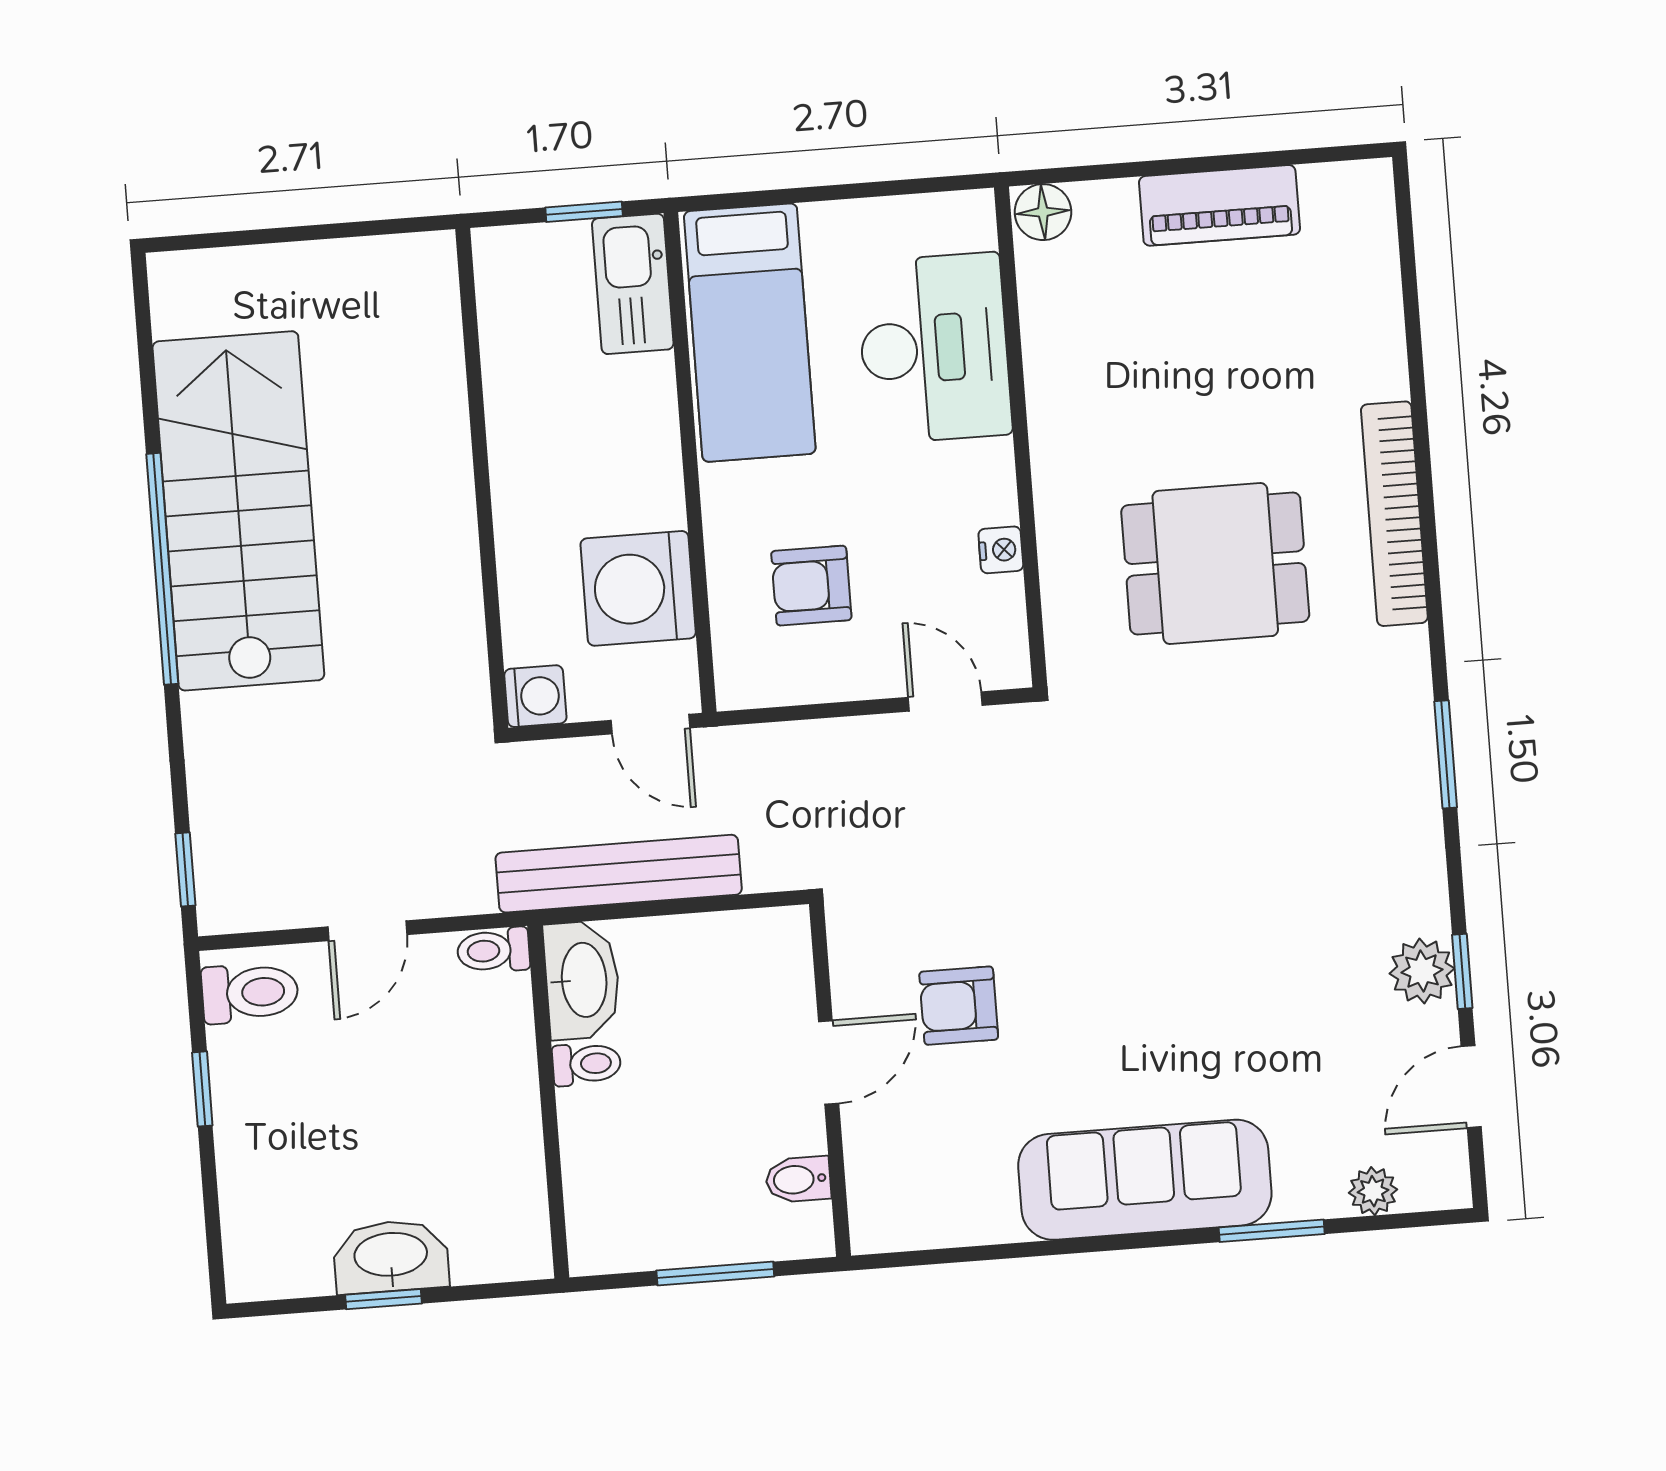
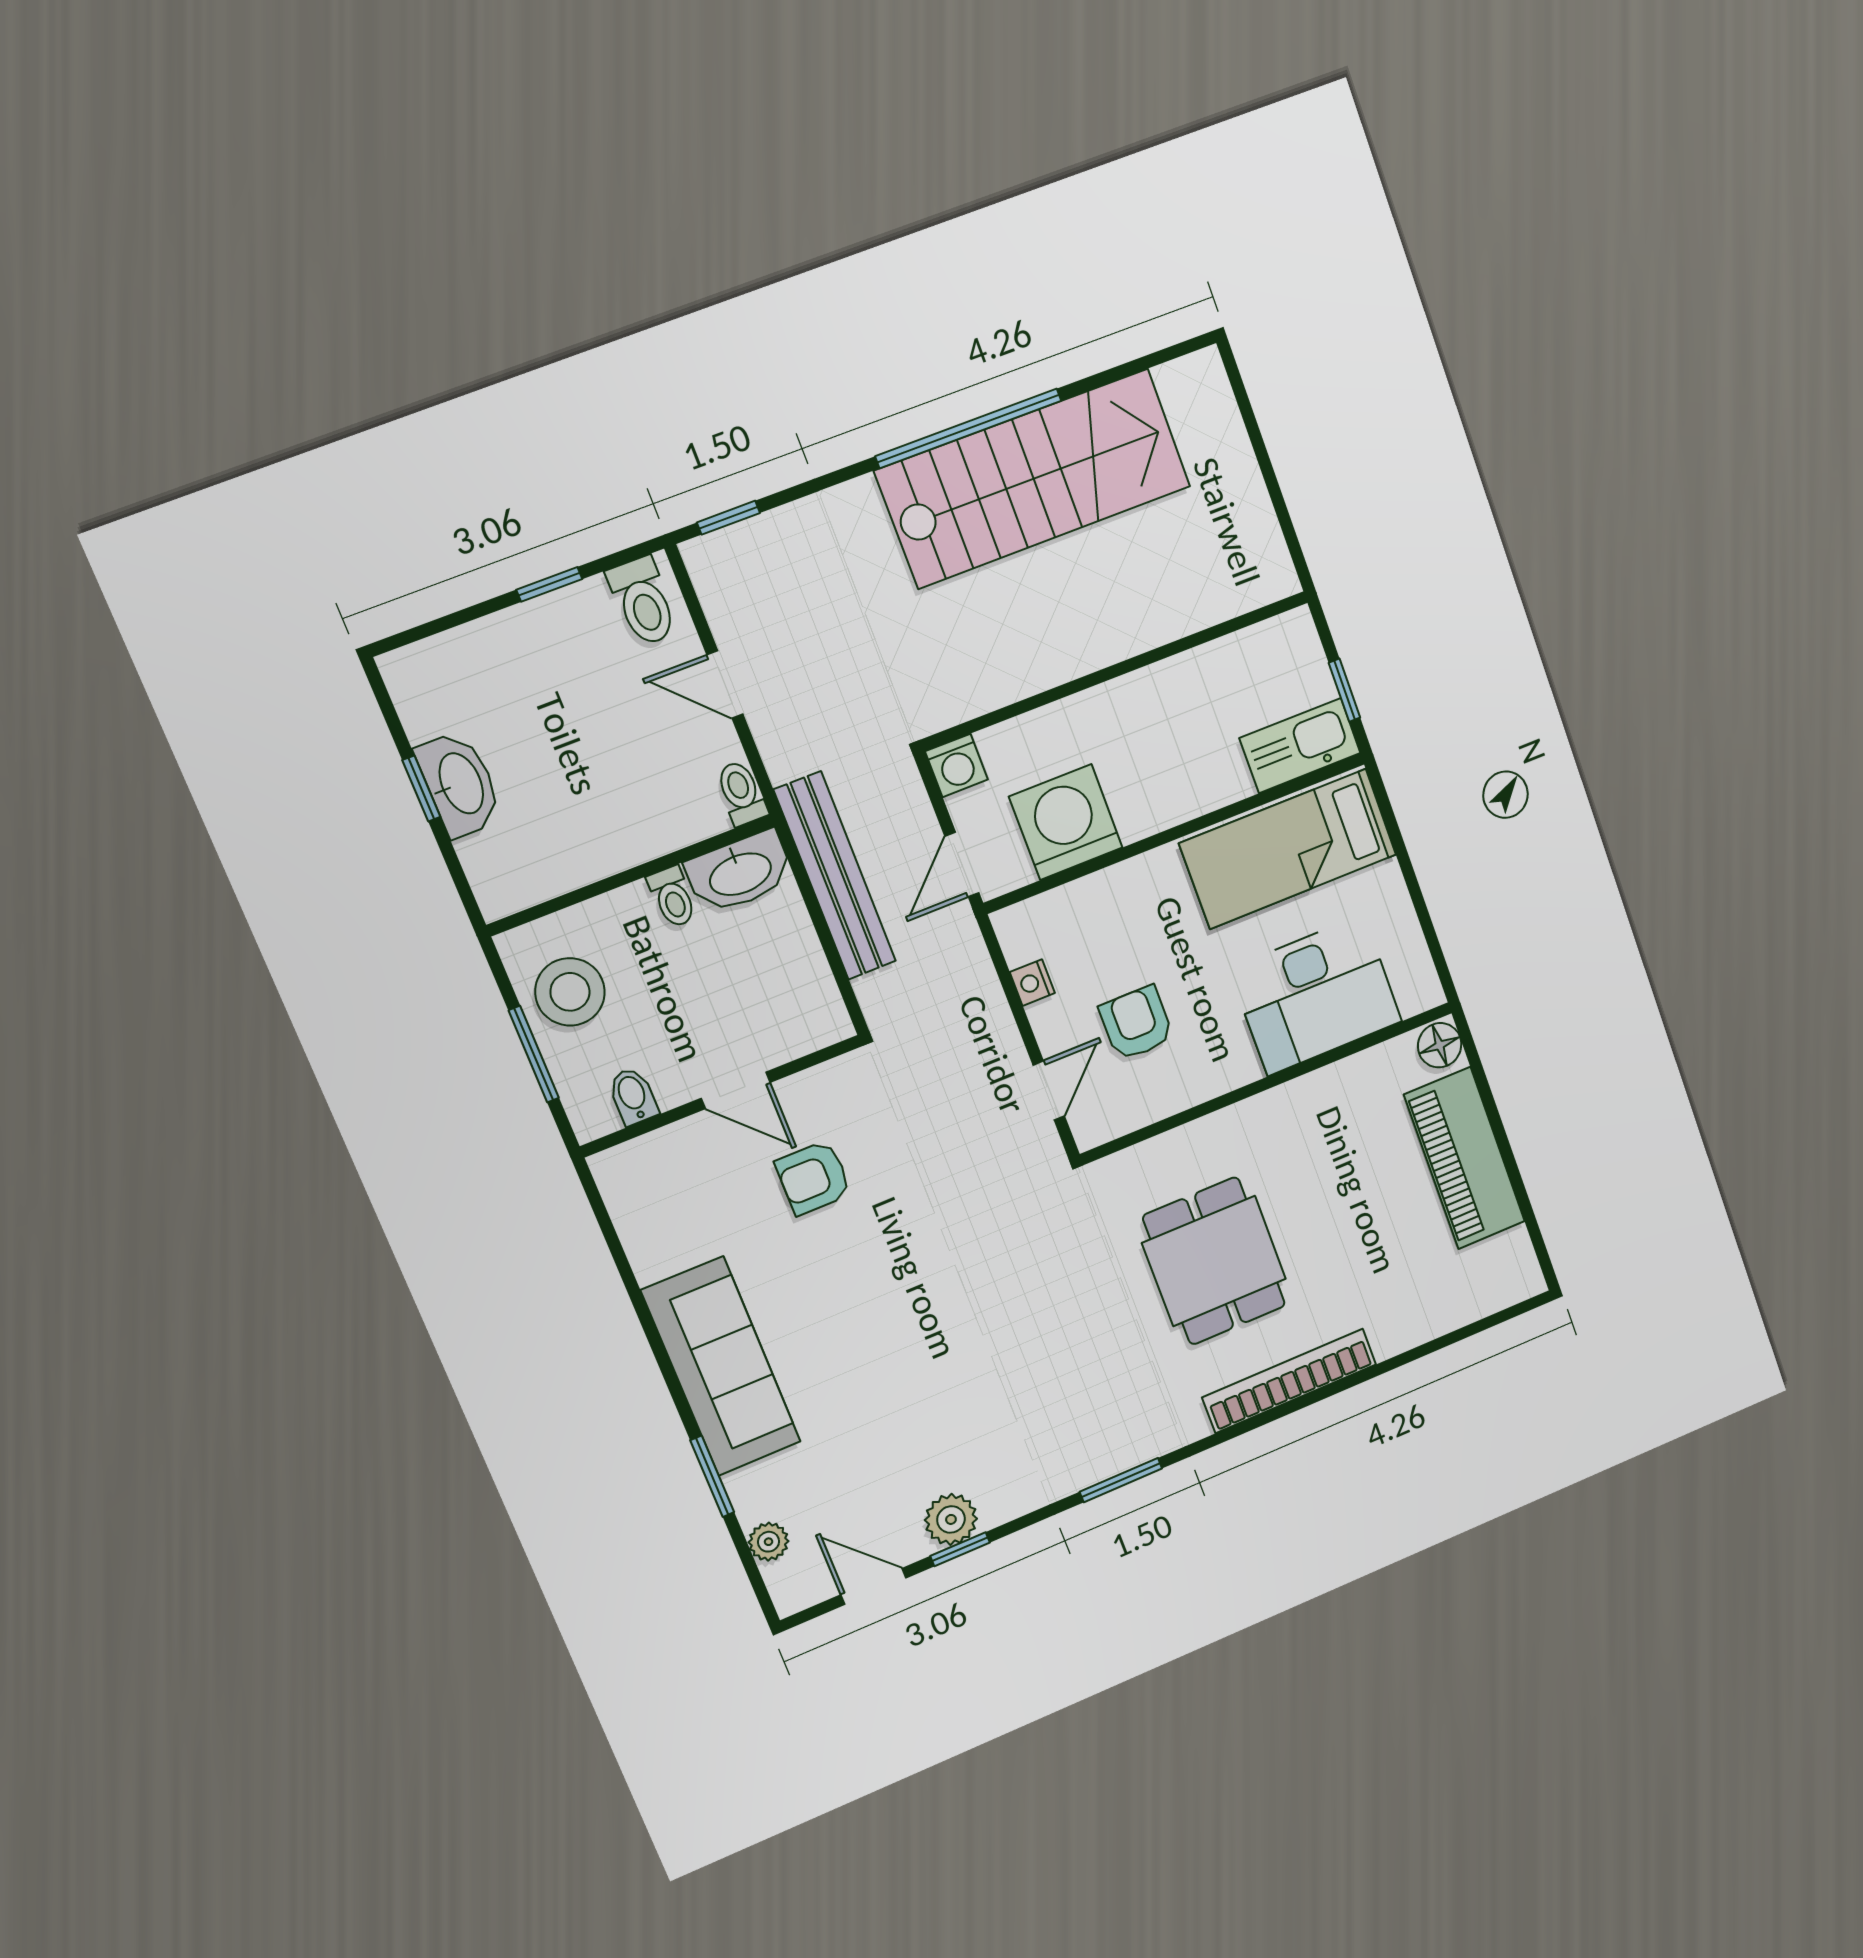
piano: (1219, 205) -> (1465, 1158), width x1.37, depth x1.33
nightstand: (1001, 550) -> (1032, 983), moved, turned 90
armchair: (811, 586) -> (1136, 1023), moved
armchair: (959, 1006) -> (813, 1178), turned -90
stool: (658, 1211) -> (570, 992), added

